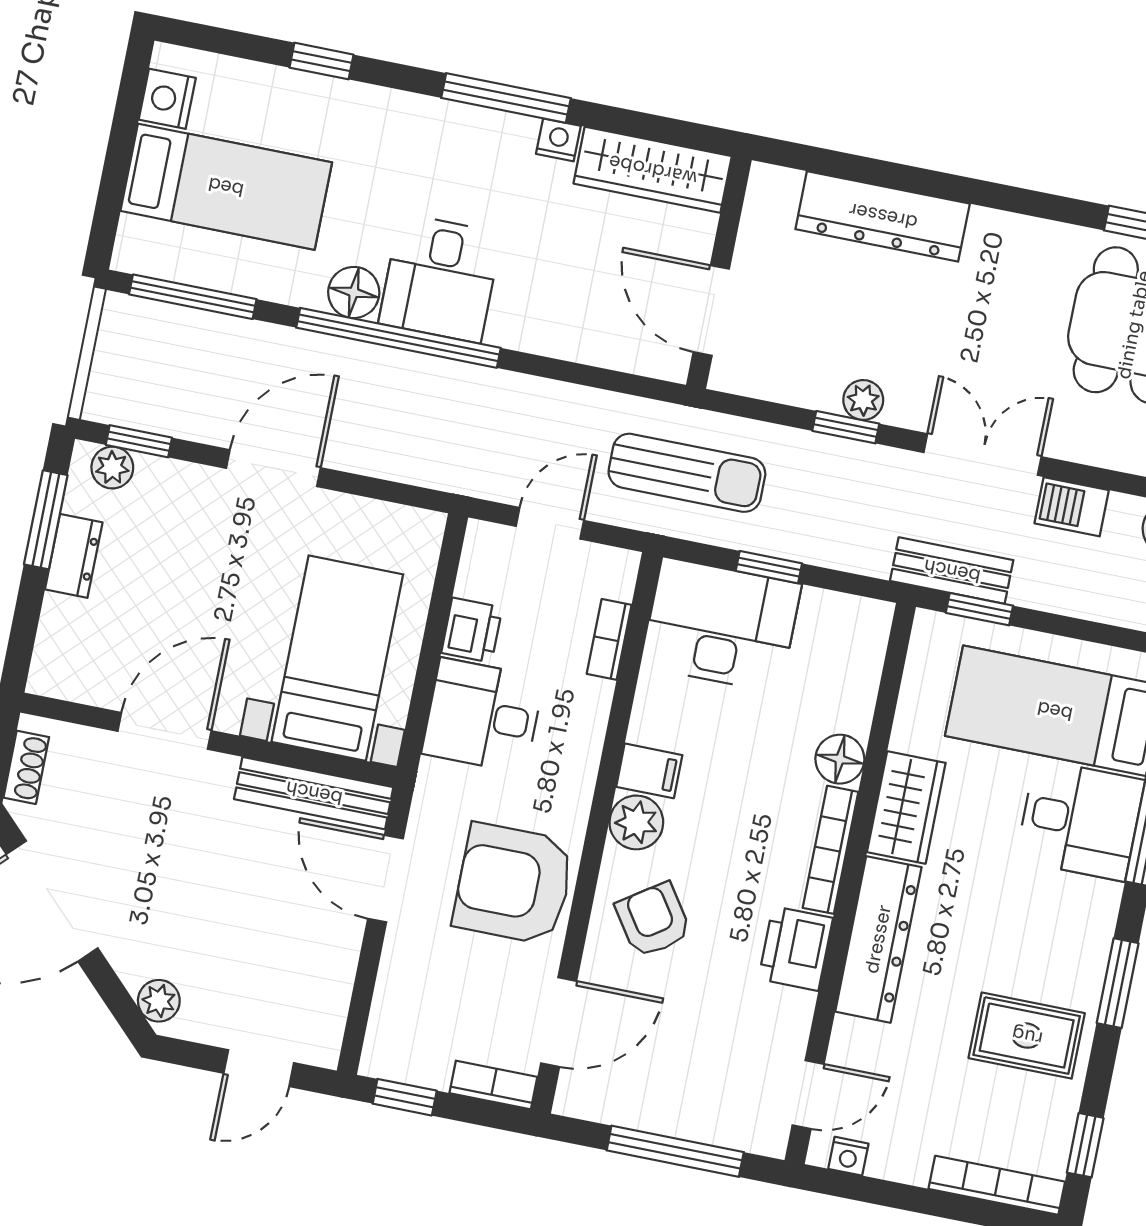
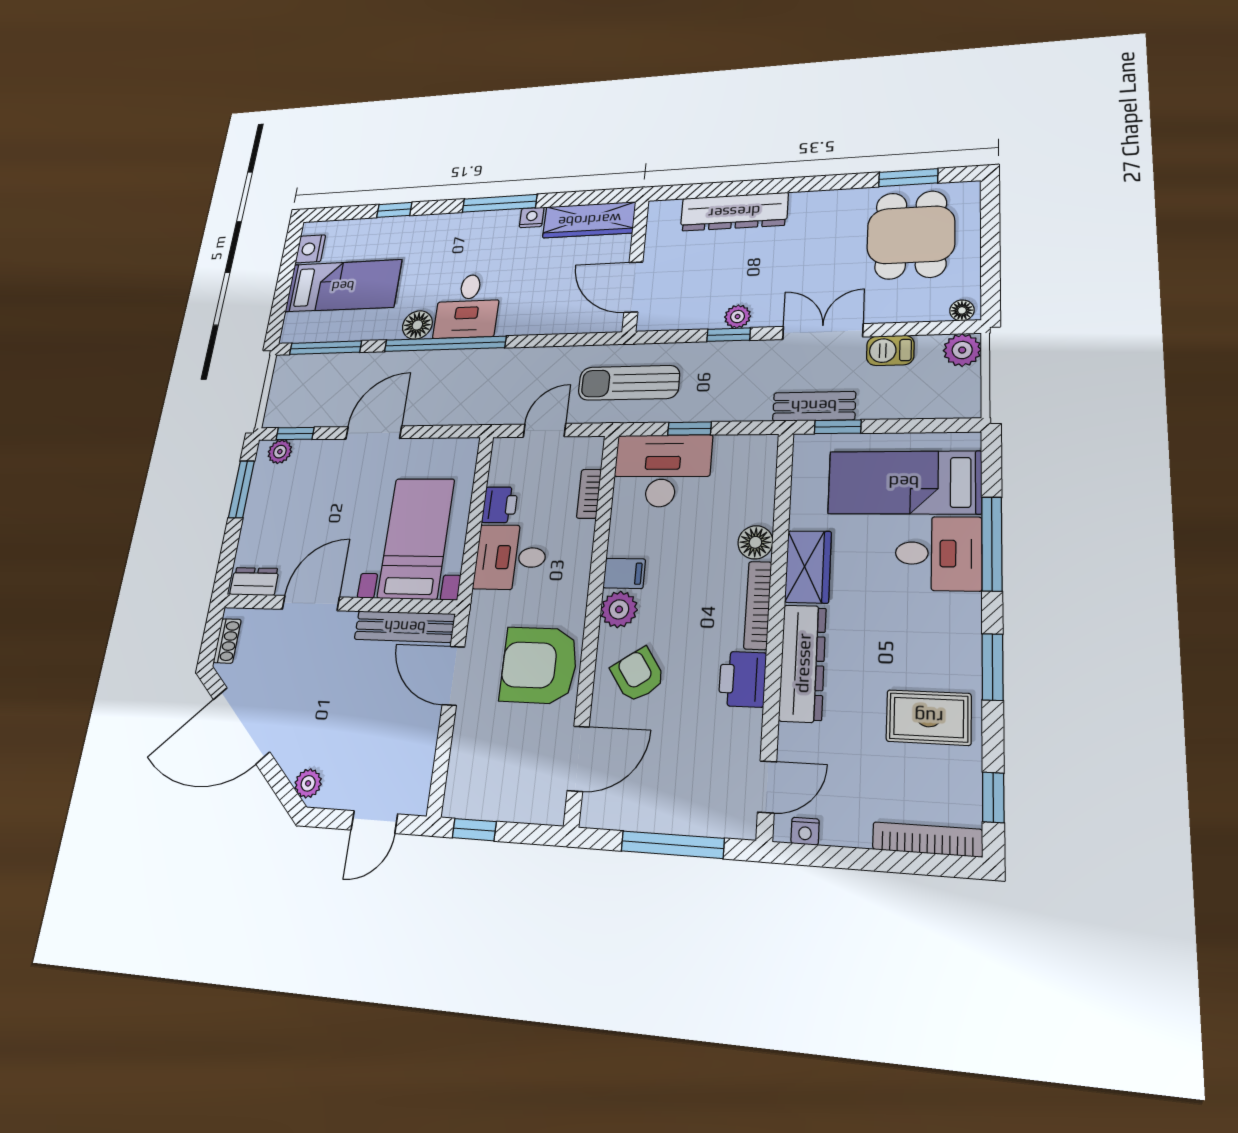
sun lounger: (687, 473) -> (629, 383), turned 180
dresser: (74, 556) -> (254, 582), moved, turned -90
bookcase: (493, 1085) -> (536, 812), removed

